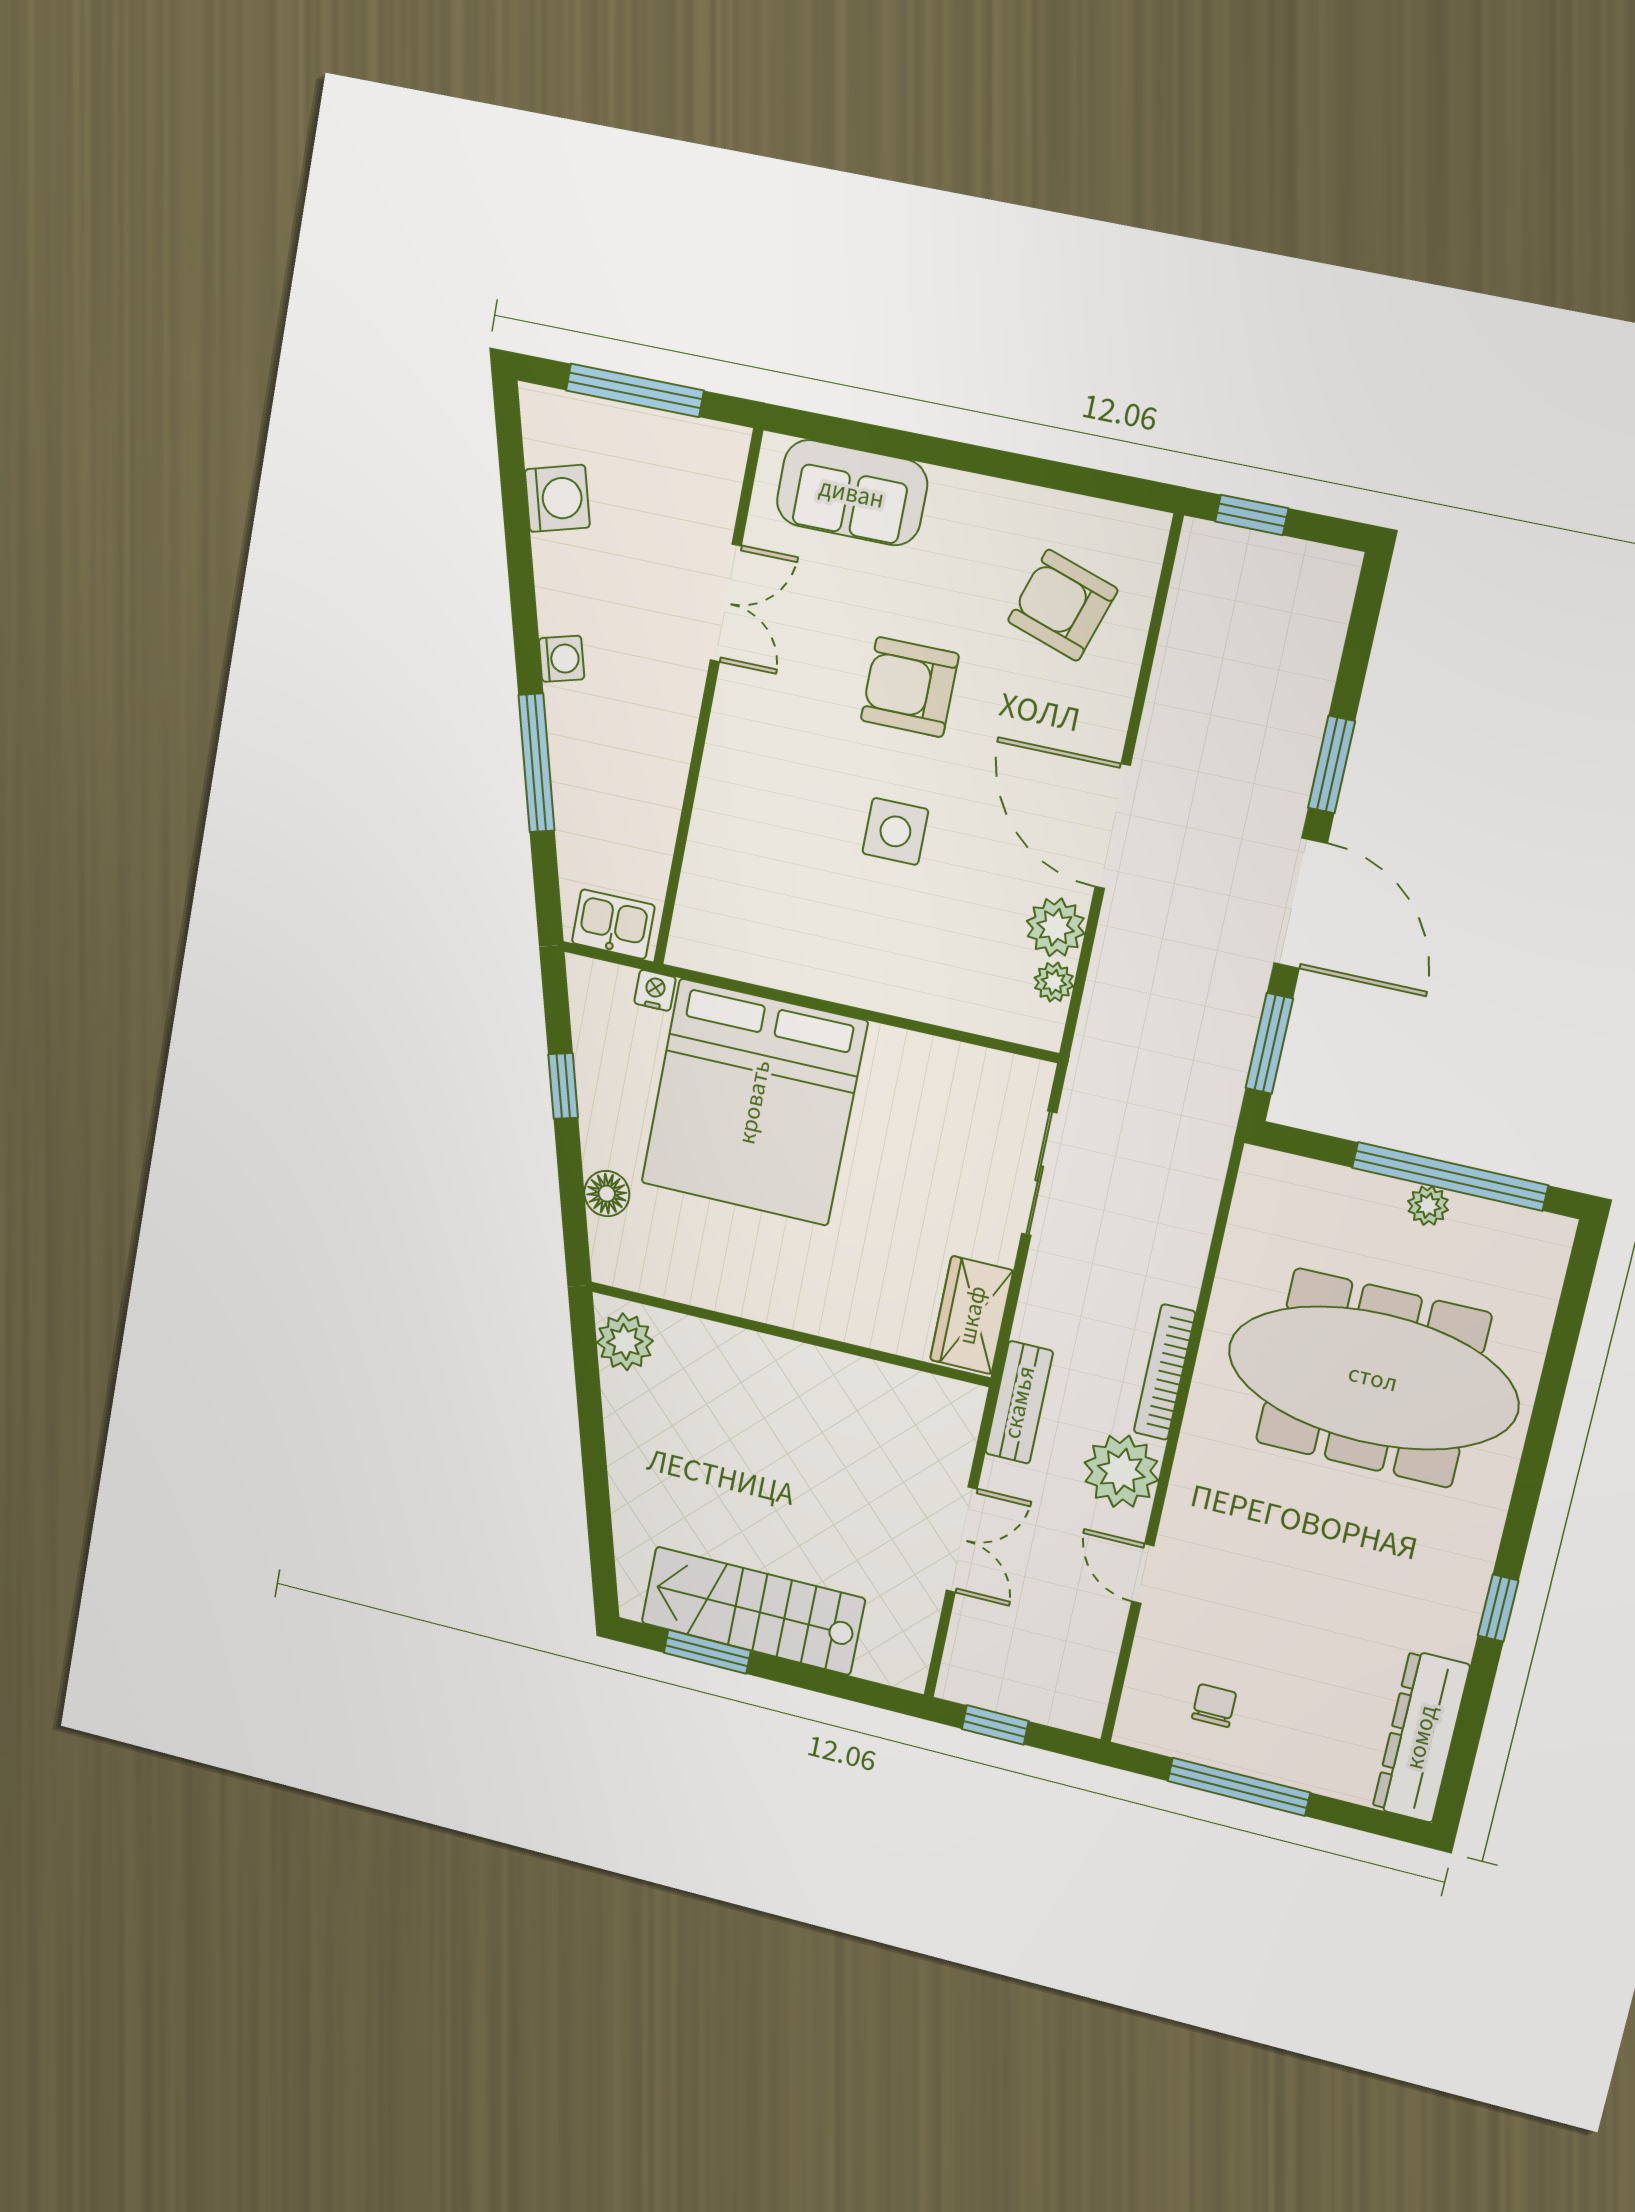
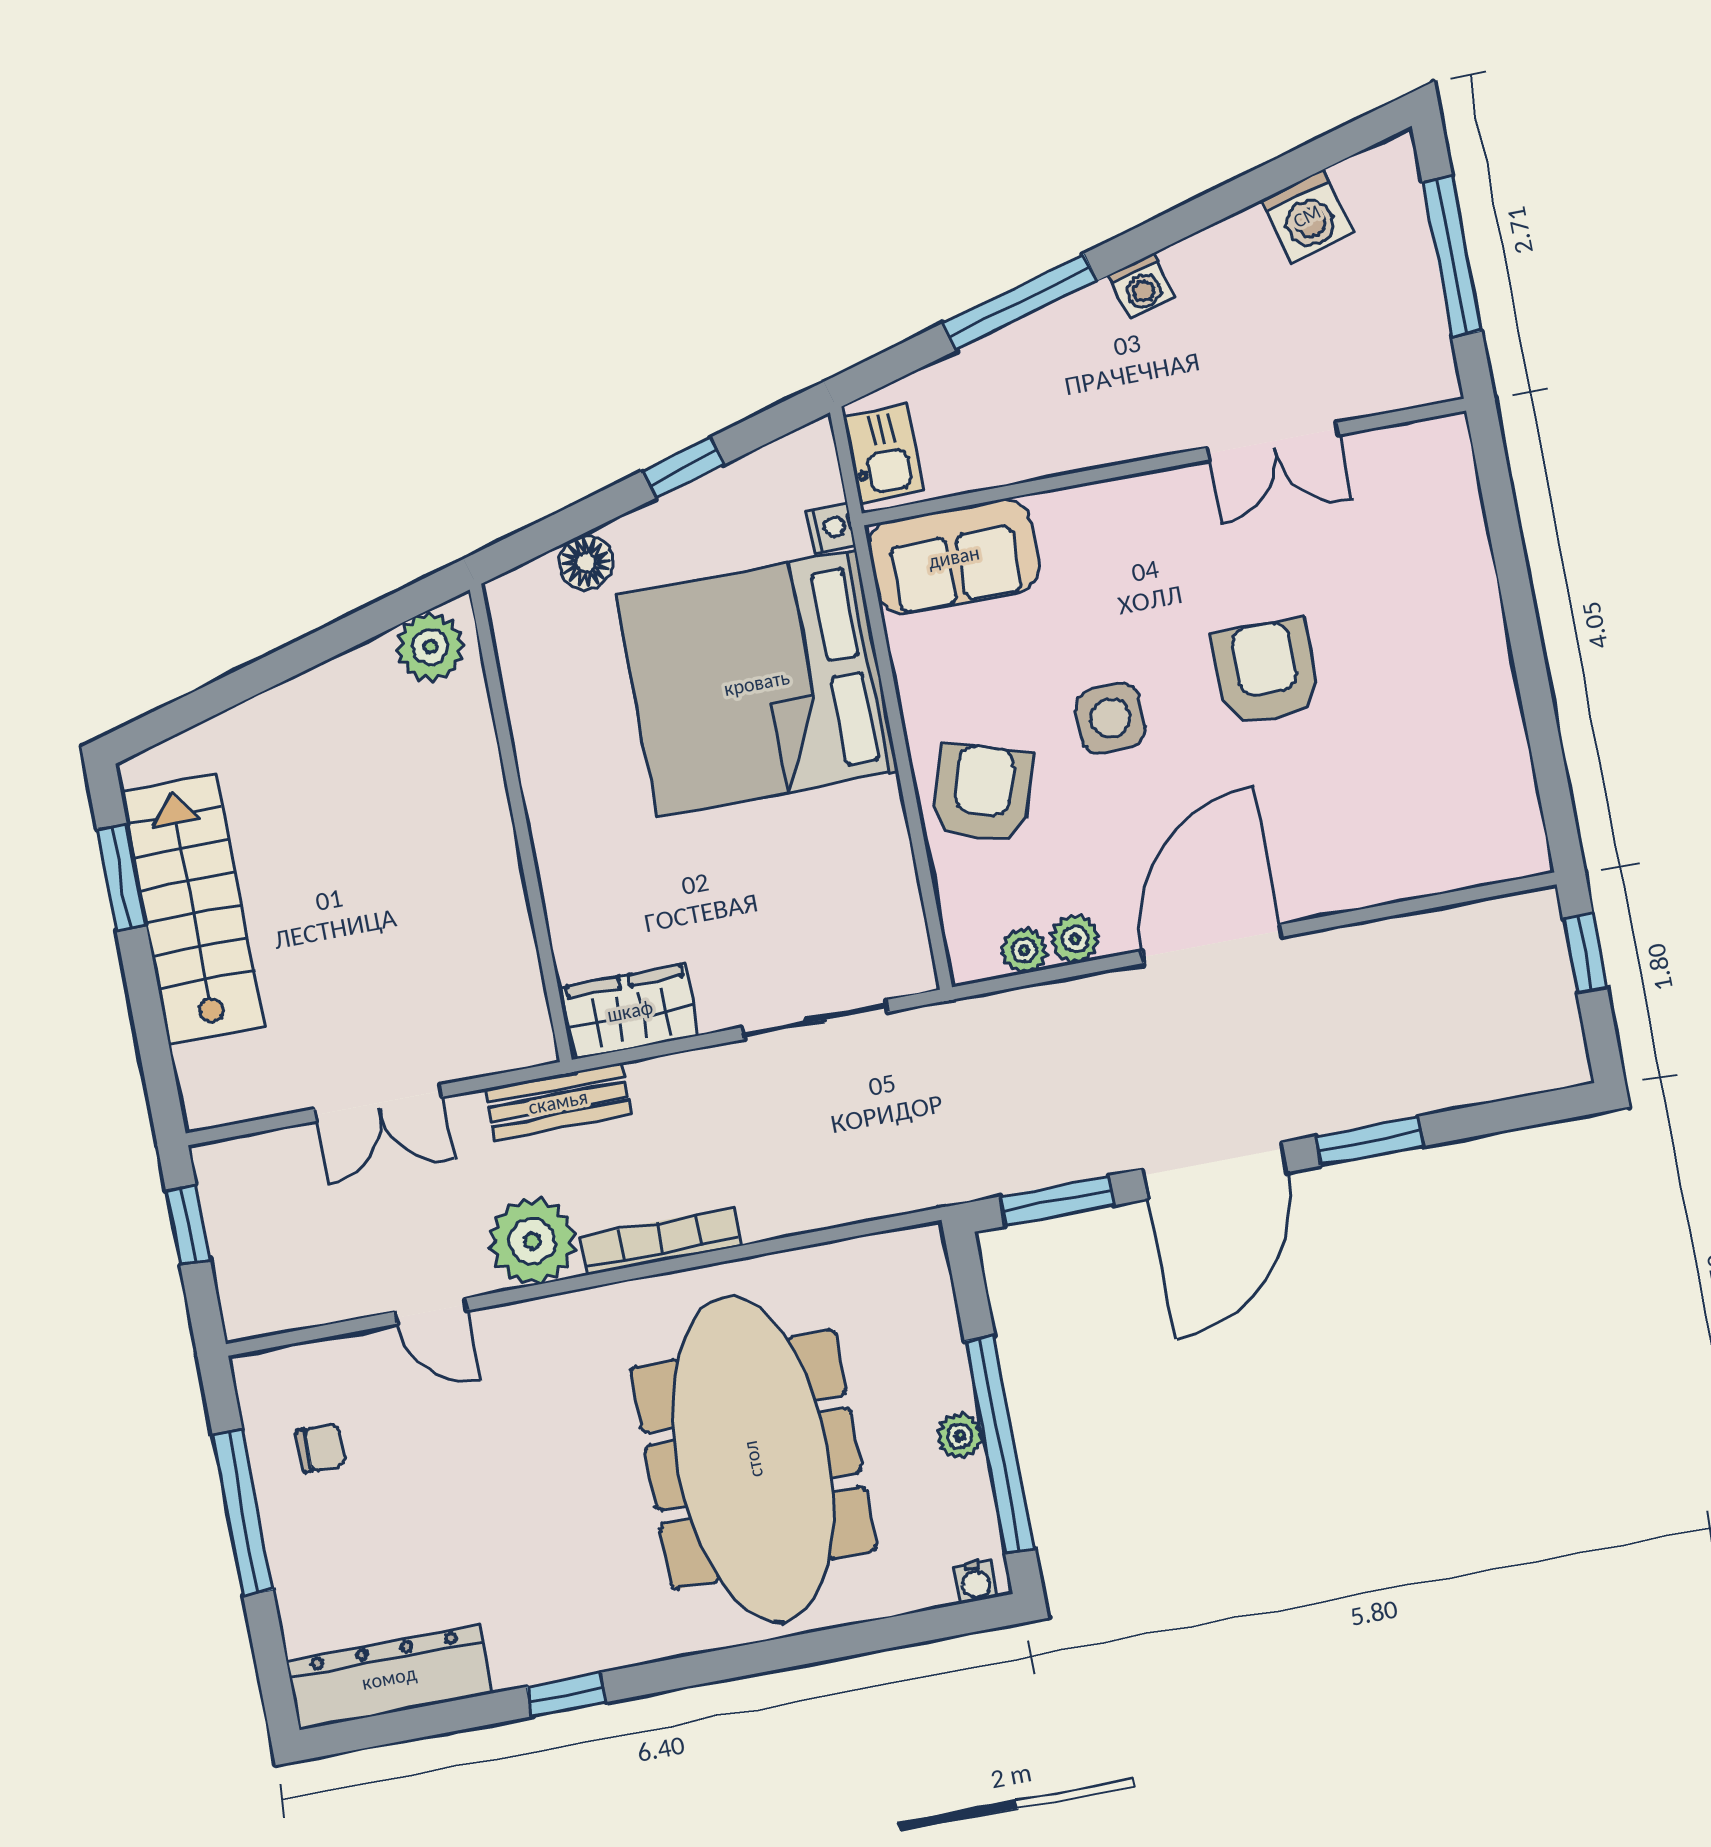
sofa: (852, 493) -> (954, 557), moved, turned -90
armchair: (1063, 605) -> (982, 794), moved
plant: (1056, 927) -> (1075, 939), width x0.73, depth x0.73
water cooler: (1555, 1245) -> (975, 1582), added
door: (1143, 1574) -> (431, 1311), swing flipped

